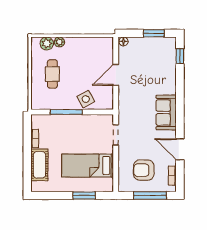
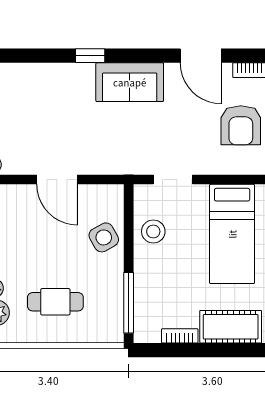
window: (180, 56) -> (90, 56), moved
window: (66, 112) -> (129, 303), moved
stool: (89, 125) -> (153, 231), added
door: (180, 149) -> (201, 56), hinge flipped

